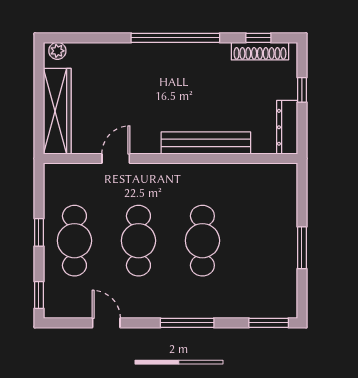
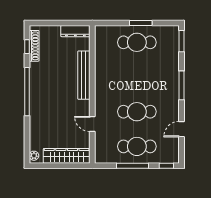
window: (302, 90) -> (55, 23), removed
window: (39, 232) -> (132, 166), width x2.17
cafe table: (202, 241) -> (137, 42), moved

